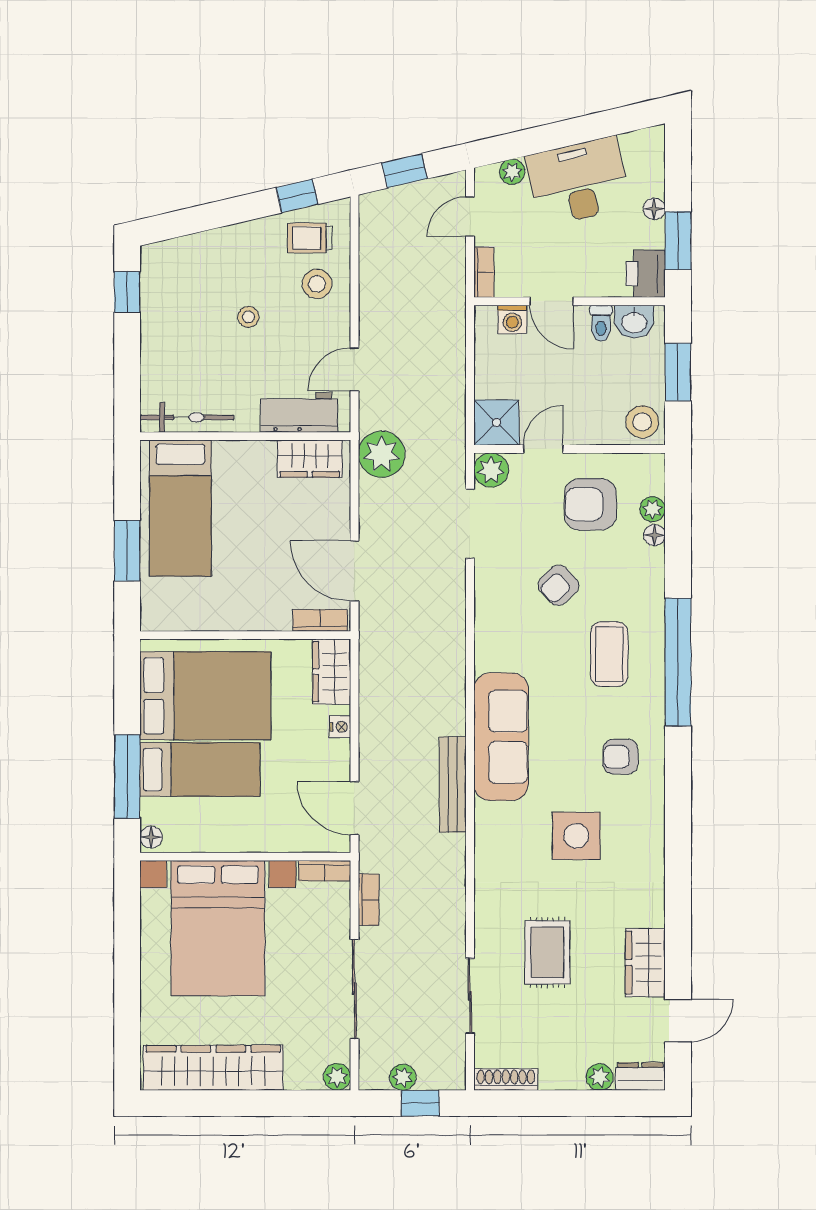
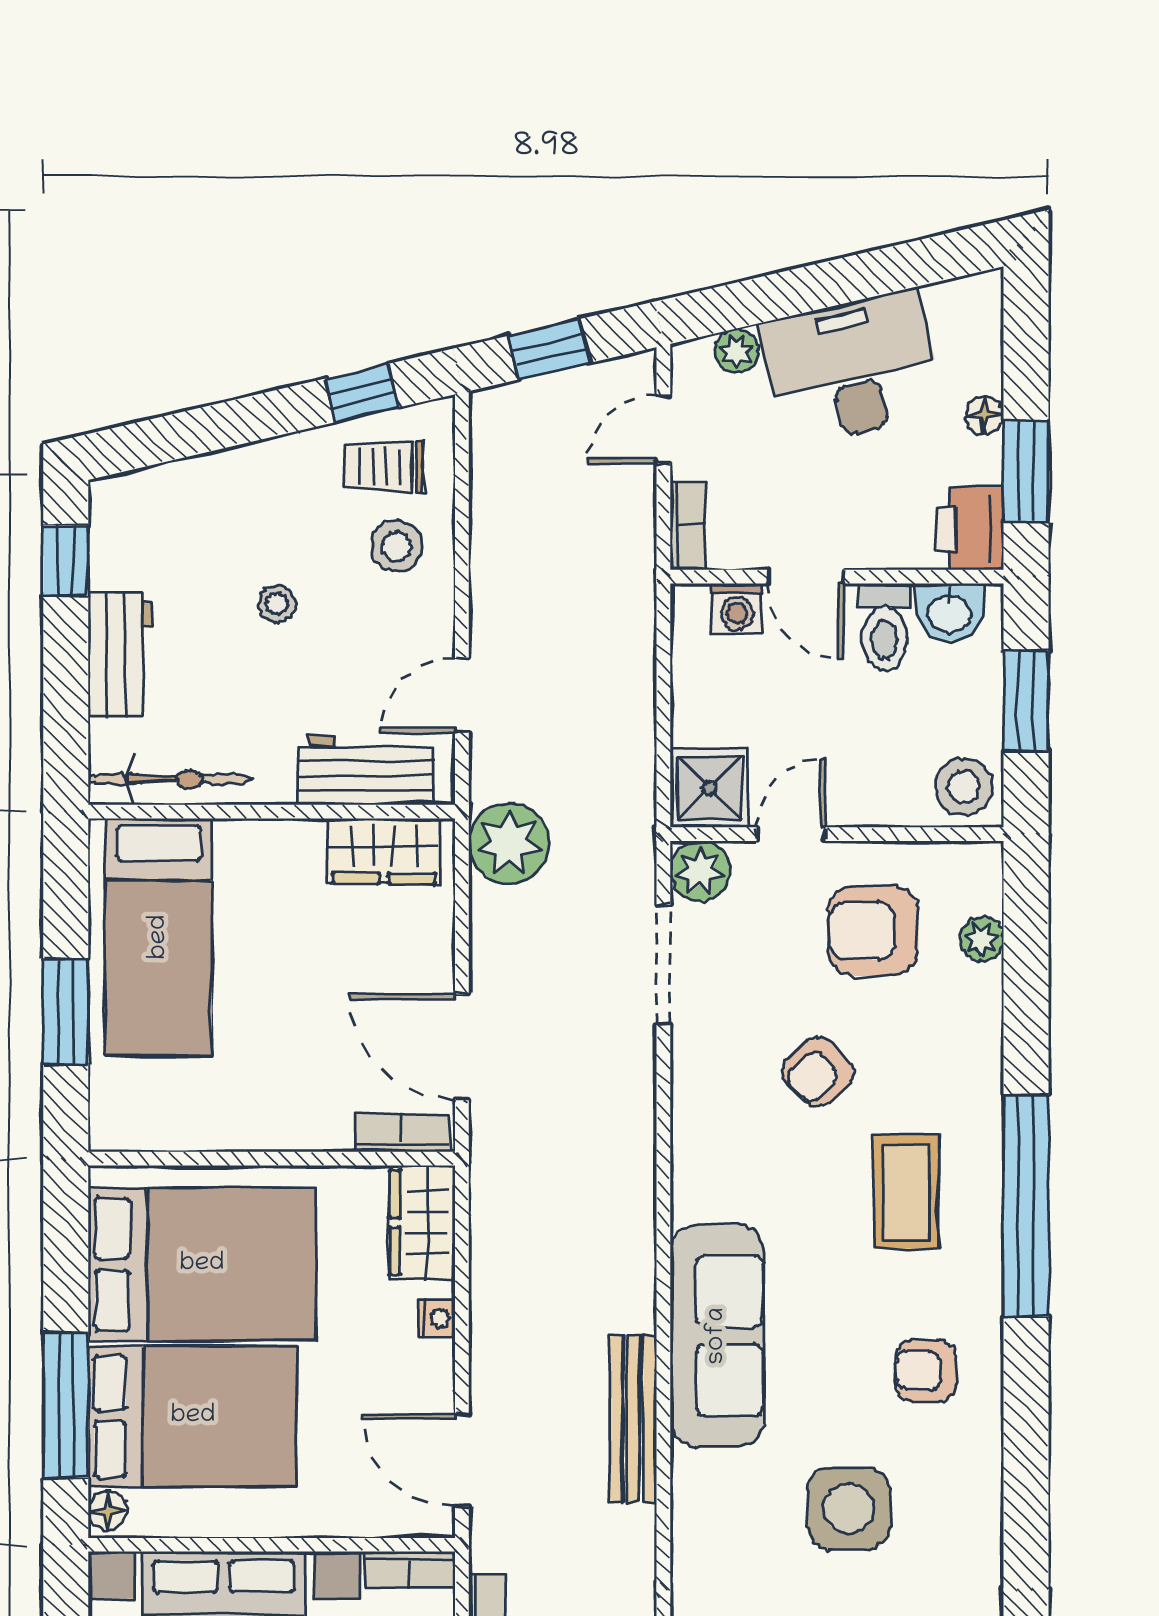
toilet: (601, 323) -> (884, 627), width x1.37, depth x1.39
workbench: (159, 346) -> (120, 654), added
floor lamp: (654, 535) -> (985, 984), removed
bed: (200, 769) -> (193, 1416), width x1.50

